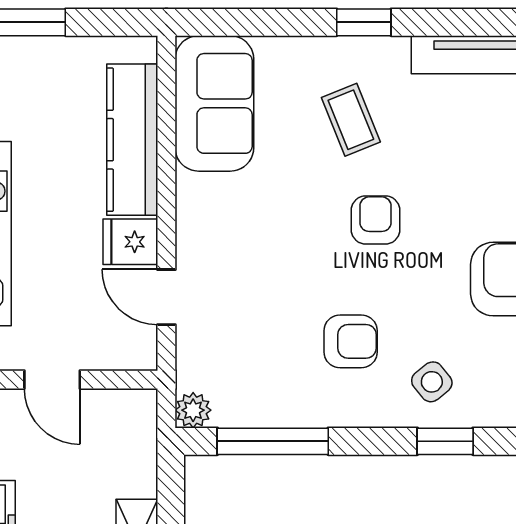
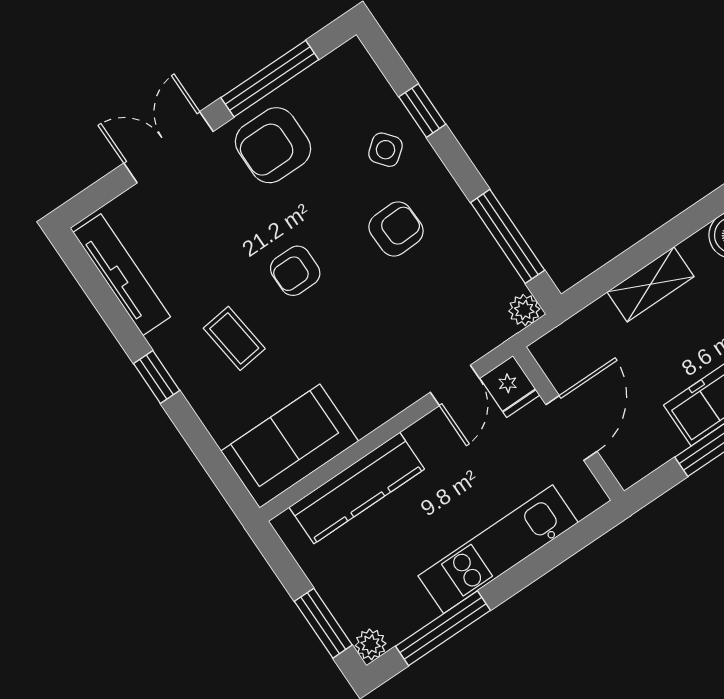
coffee table: (351, 120) -> (234, 338), turned -75
fridge: (130, 242) -> (510, 387), moved
armchair: (351, 341) -> (396, 229), turned 88
door: (52, 380) -> (572, 428), width x1.38

